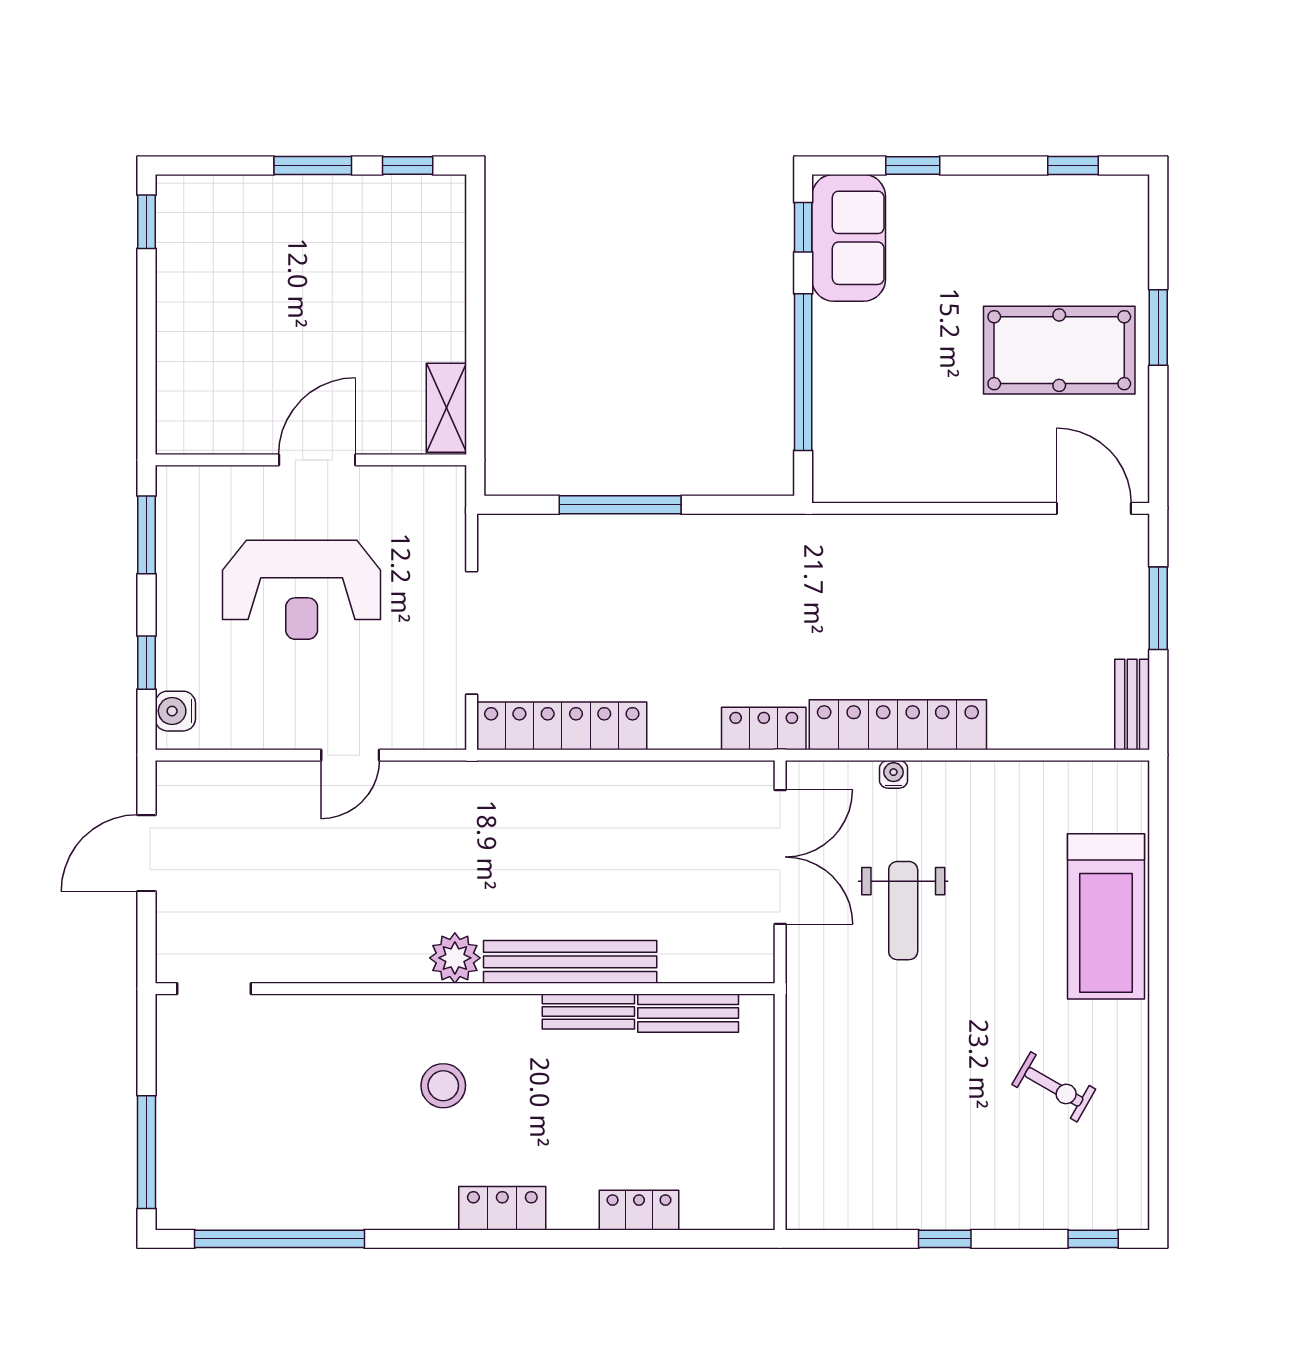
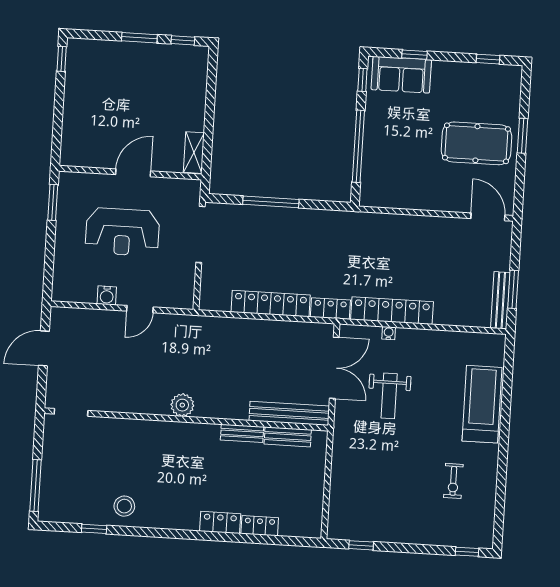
sofa: (849, 238) -> (401, 75), moved, turned 90
window: (1158, 608) -> (513, 289), moved
doorway: (472, 633) -> (201, 234), moved
window: (146, 663) -> (49, 261), removed
bench: (1132, 704) -> (500, 300), width x1.36
water cooler: (175, 711) -> (107, 295), moved, turned -90
locker: (562, 726) -> (271, 304), moved
treadmill: (1106, 916) -> (482, 404), turned 180
bench: (570, 962) -> (289, 413), moved
stool: (443, 1086) -> (124, 506), moved
exercise bike: (1054, 1087) -> (453, 481), turned 60
locker: (502, 1208) -> (220, 523), moved
window: (279, 1239) -> (94, 529), width x0.32
window: (945, 1239) -> (361, 545), moved

